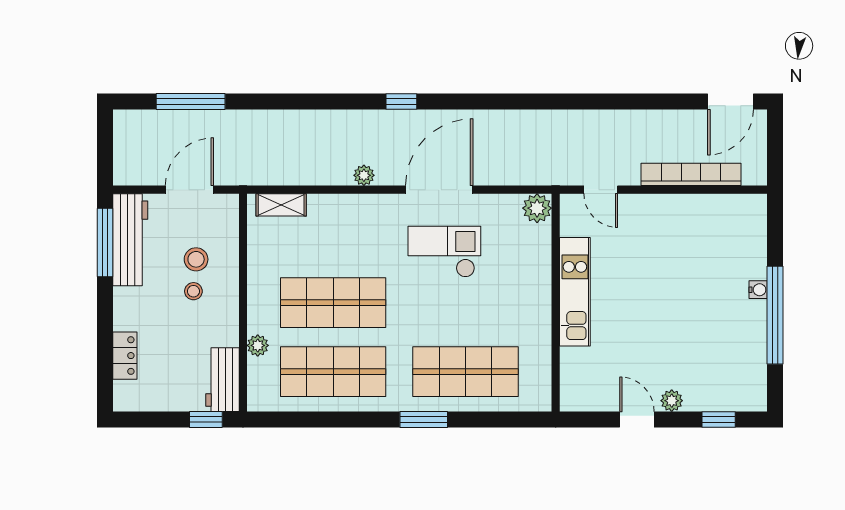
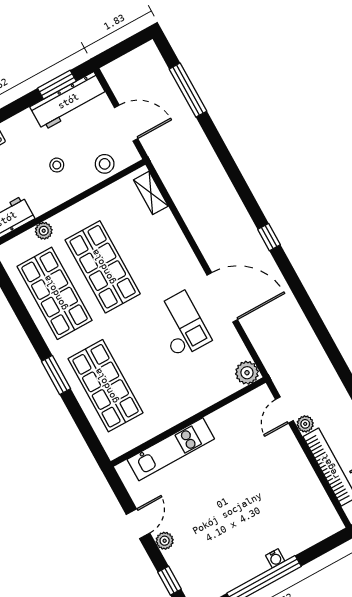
plant: (364, 175) -> (305, 424), moved
window: (105, 242) -> (57, 85), width x0.69
stool: (196, 259) -> (105, 164), moved
kitchen unit: (575, 292) -> (171, 449), moved

